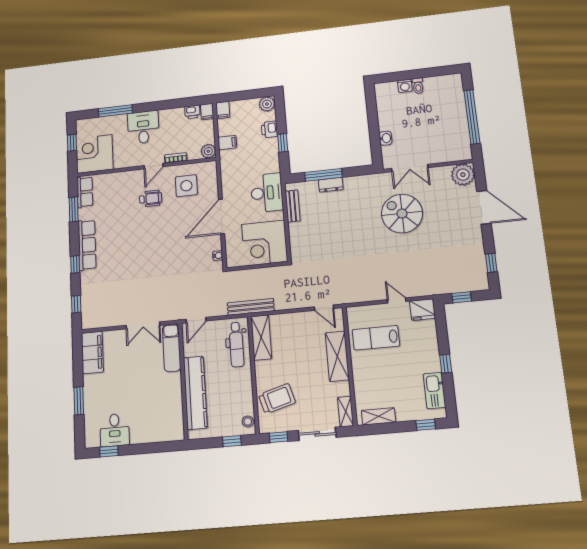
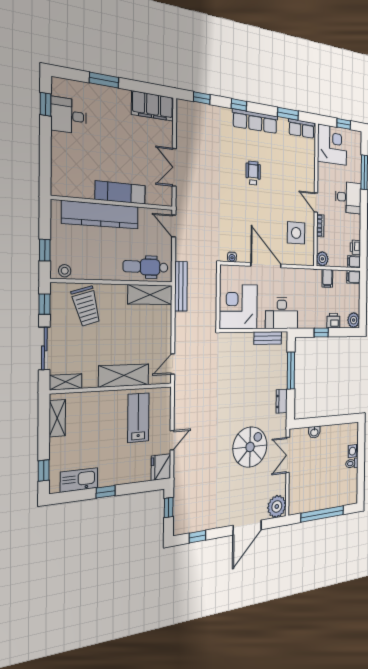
dresser: (331, 185) -> (282, 401), moved
wheelchair: (151, 198) -> (253, 173), moved, turned 180
exam couch: (172, 348) -> (120, 192), moved

